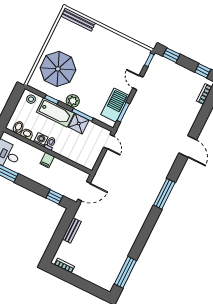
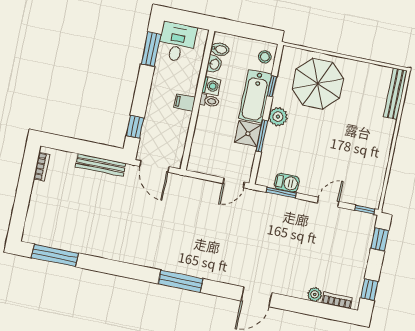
barbecue: (115, 105) -> (287, 183), width x0.53, depth x0.65
plant: (196, 108) -> (315, 294), added
bench: (72, 230) -> (101, 165), width x1.36

